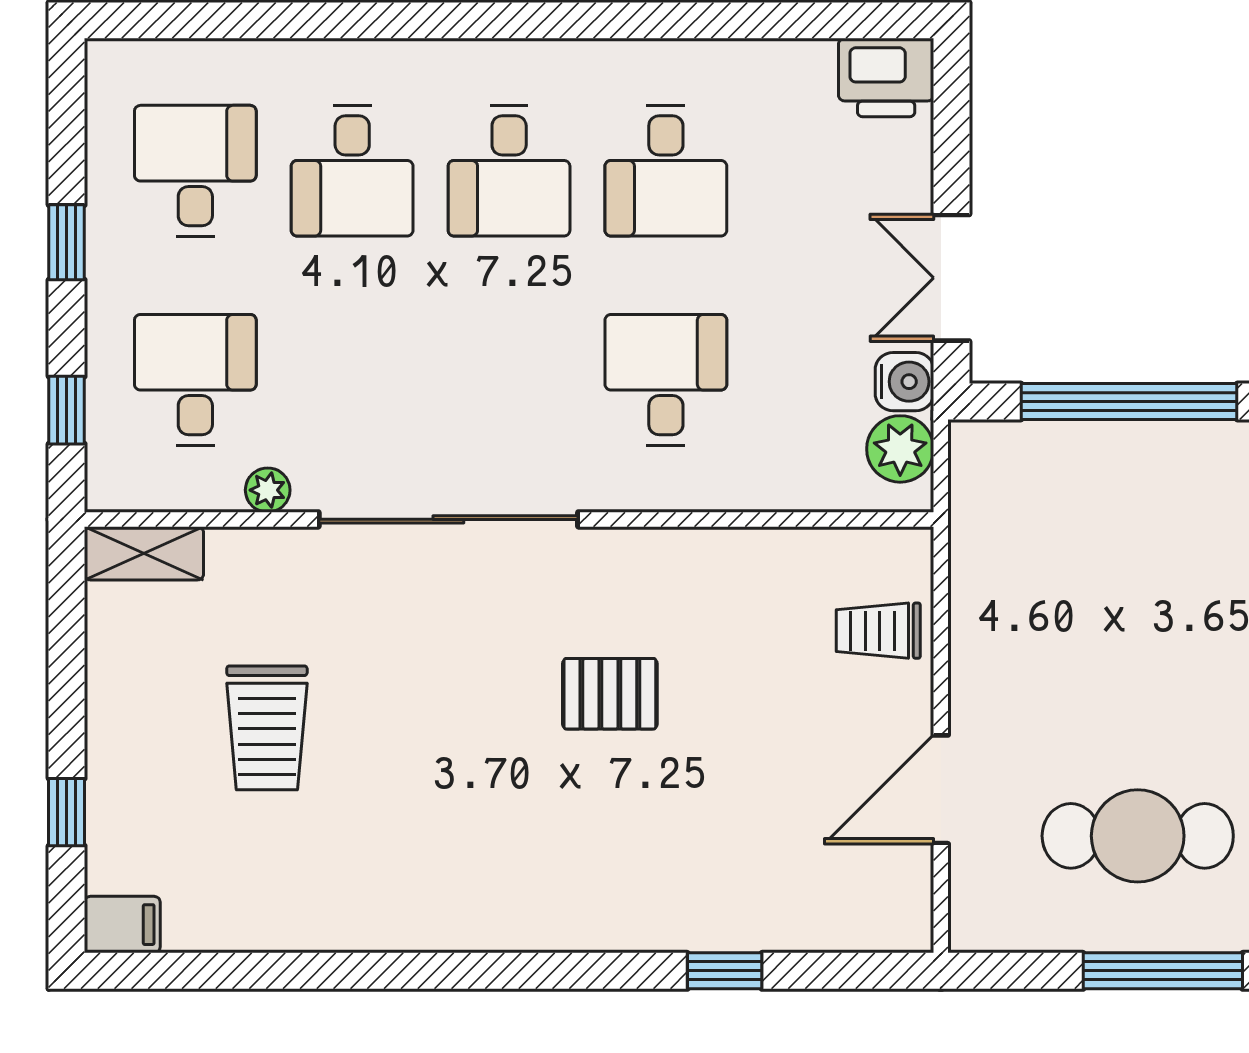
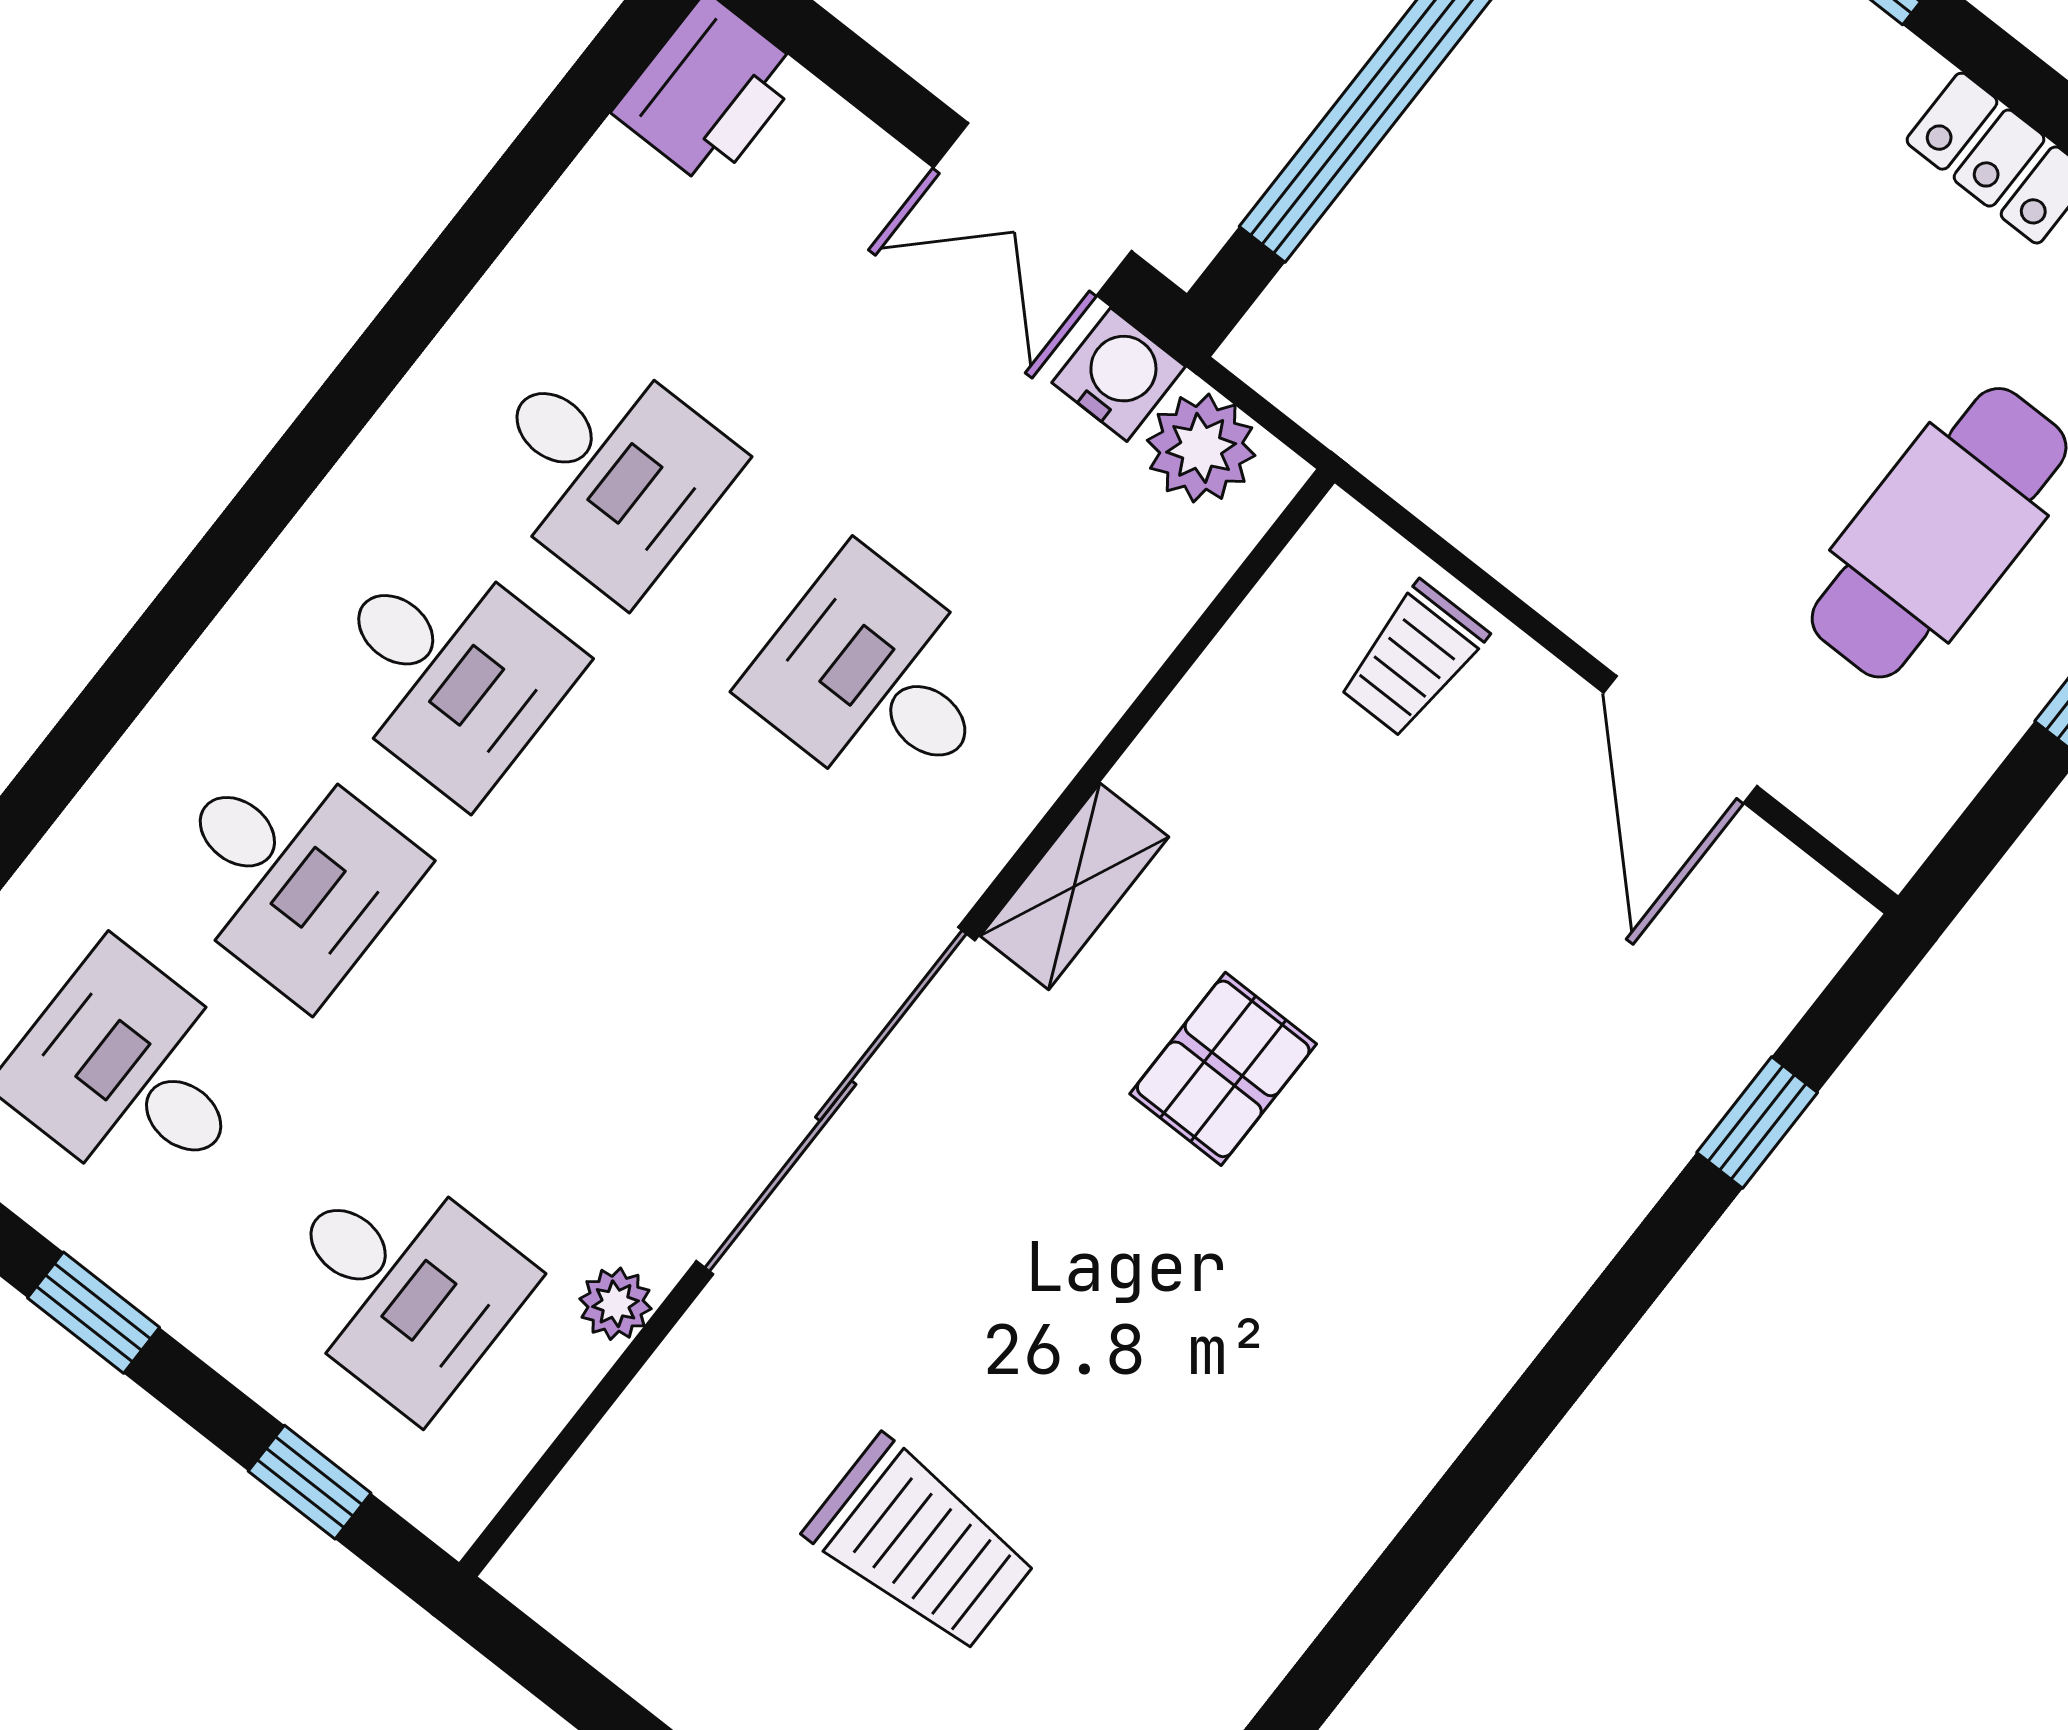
desk: (195, 380) -> (400, 1286), turned 180
shelving: (144, 553) -> (1074, 886), moved
window: (725, 971) -> (1757, 1123), moved

